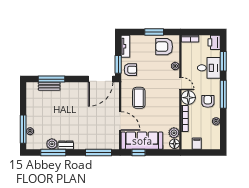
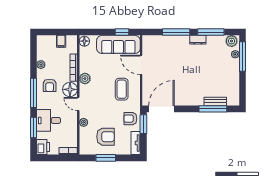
armchair: (164, 47) -> (106, 137), moved
plant: (174, 133) -> (85, 79), moved
plant: (52, 144) -> (232, 41), moved
window: (98, 153) -> (176, 32), moved

